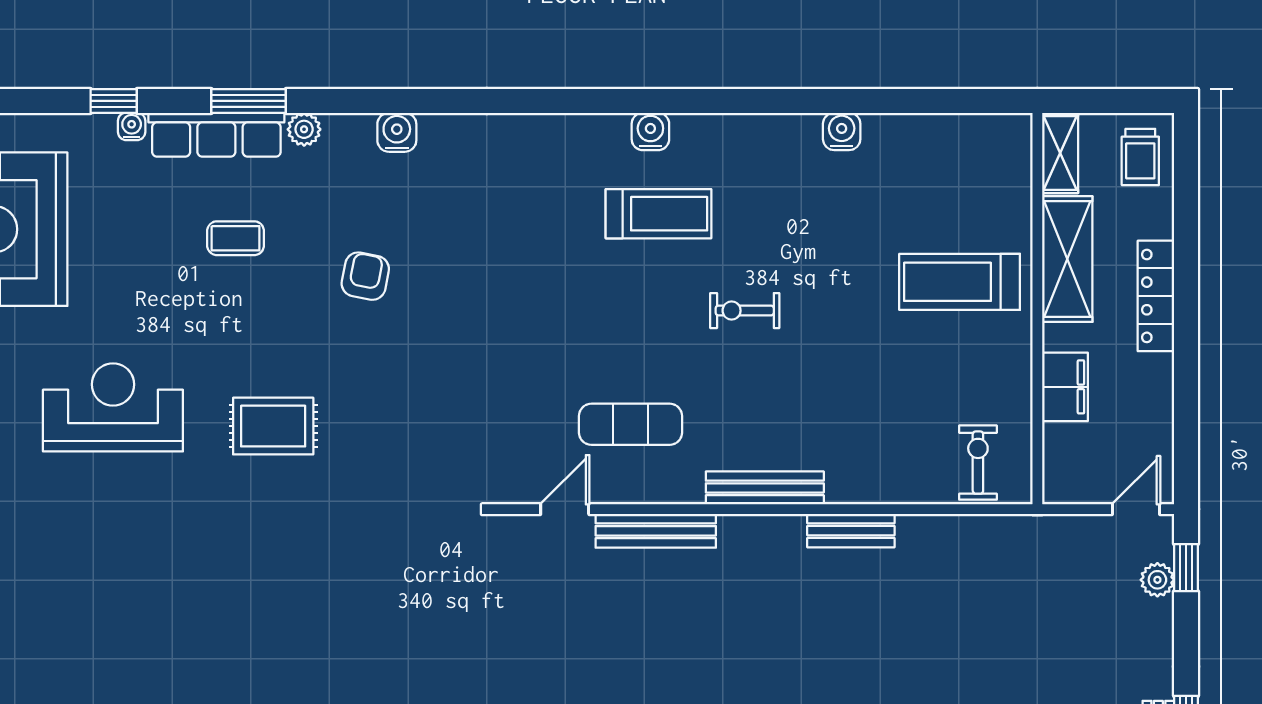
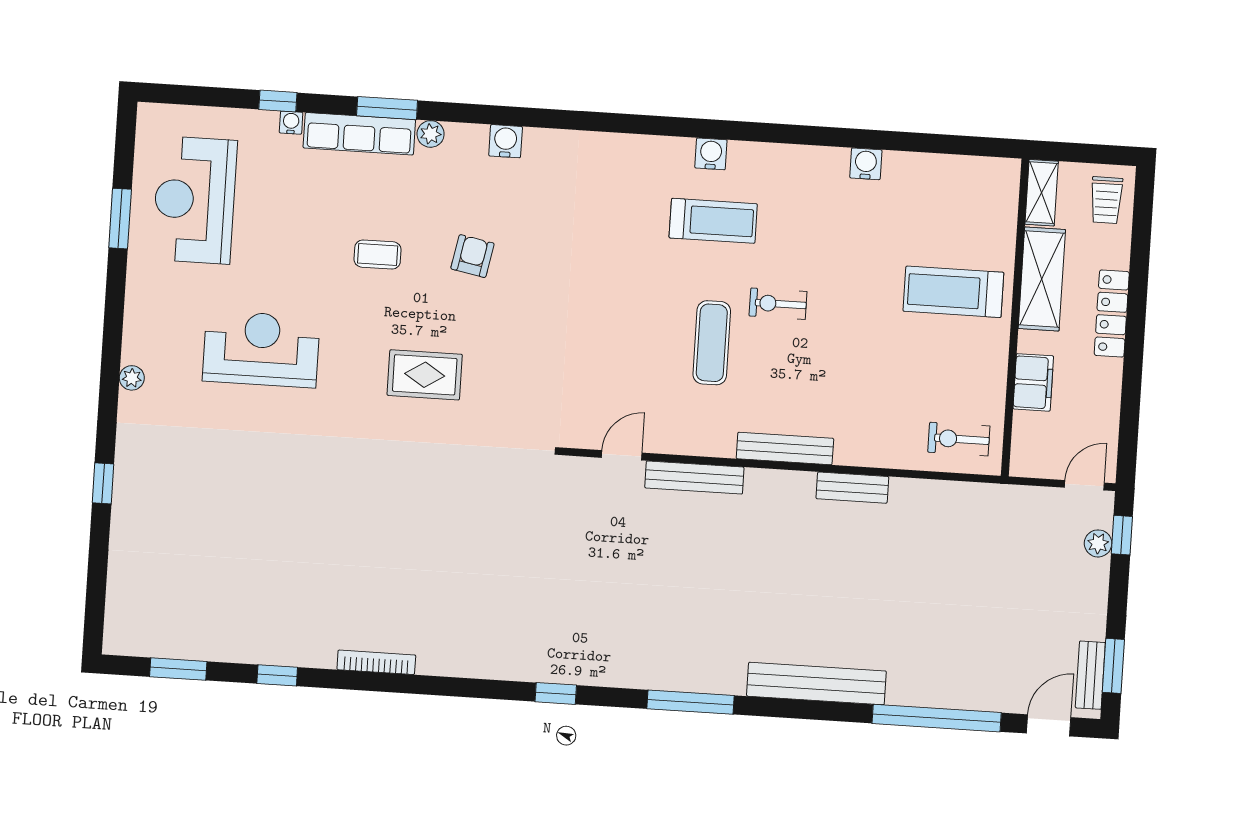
coffee table: (236, 238) -> (378, 254), moved
exercise mat: (631, 424) -> (712, 343), moved, turned 90
rug: (273, 426) -> (425, 375), moved
exercise bike: (978, 463) -> (959, 439), turned -90

